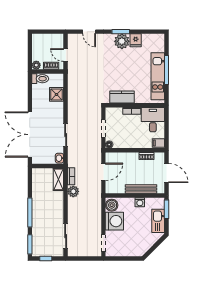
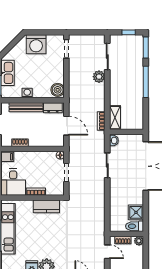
shower: (56, 94) -> (136, 212), moved
door: (103, 172) -> (66, 126), swing flipped
dresser: (116, 189) -> (53, 108), added
plant: (73, 191) -> (99, 77), moved
washing machine: (114, 221) -> (36, 44), moved, turned -90

